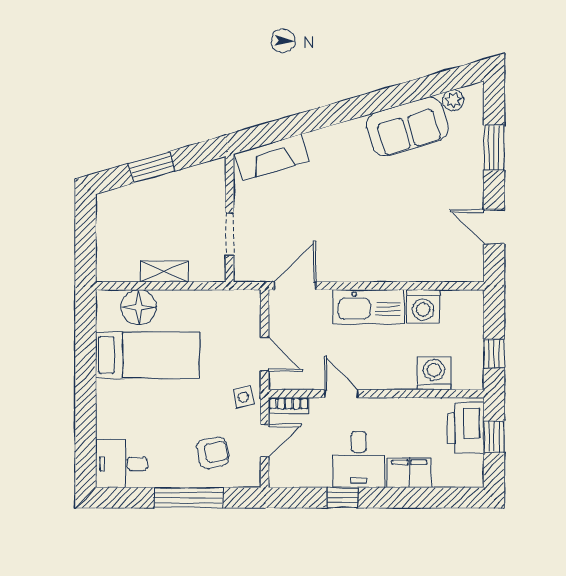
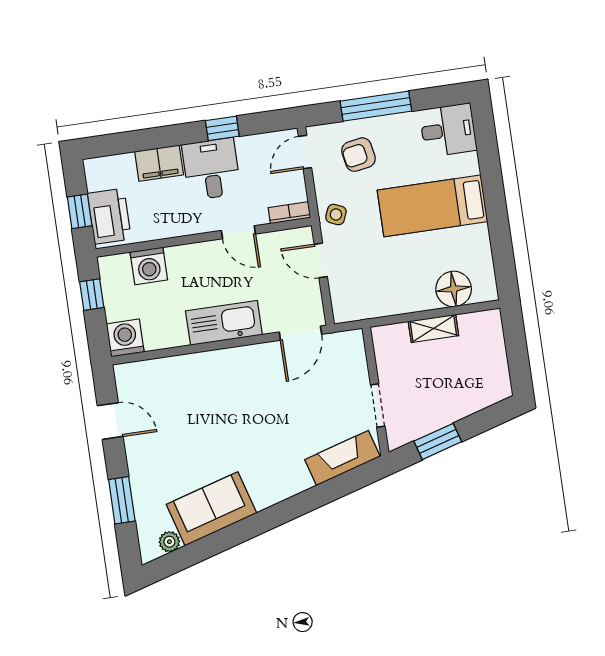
window: (152, 167) -> (438, 441), moved
doorway: (230, 234) -> (378, 405), moved
washing machine: (423, 306) -> (125, 338), moved
bed: (147, 355) -> (432, 206), moved
side table: (243, 397) -> (336, 214), turned 36
door: (265, 441) -> (305, 152), moved

